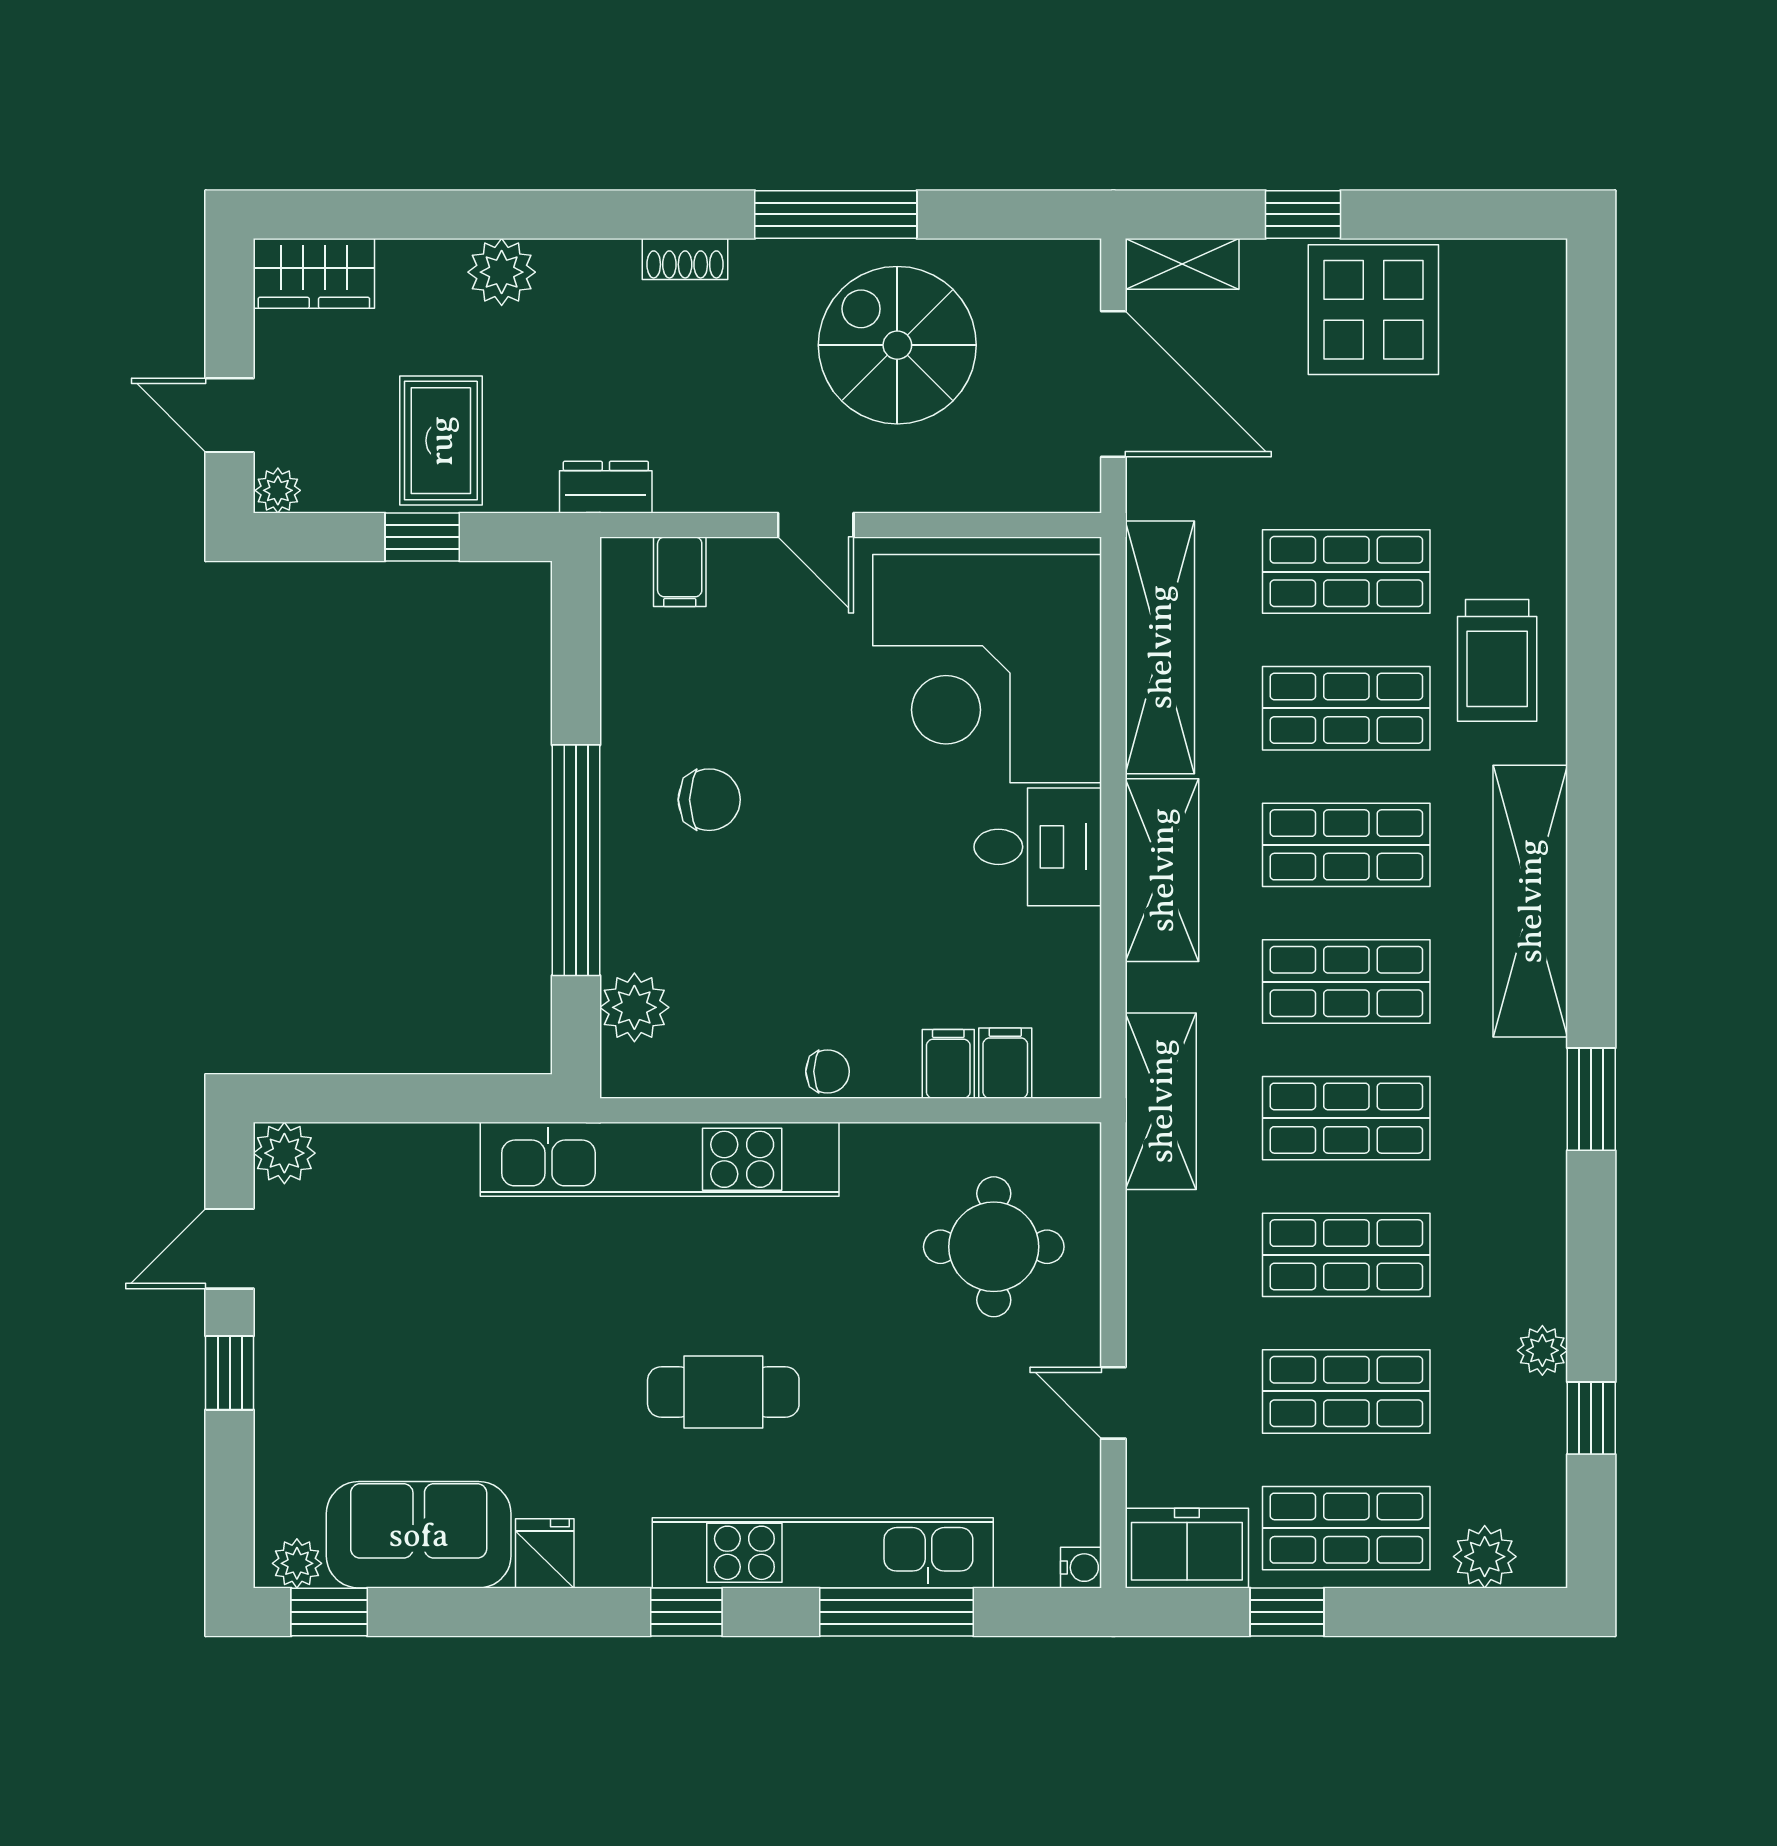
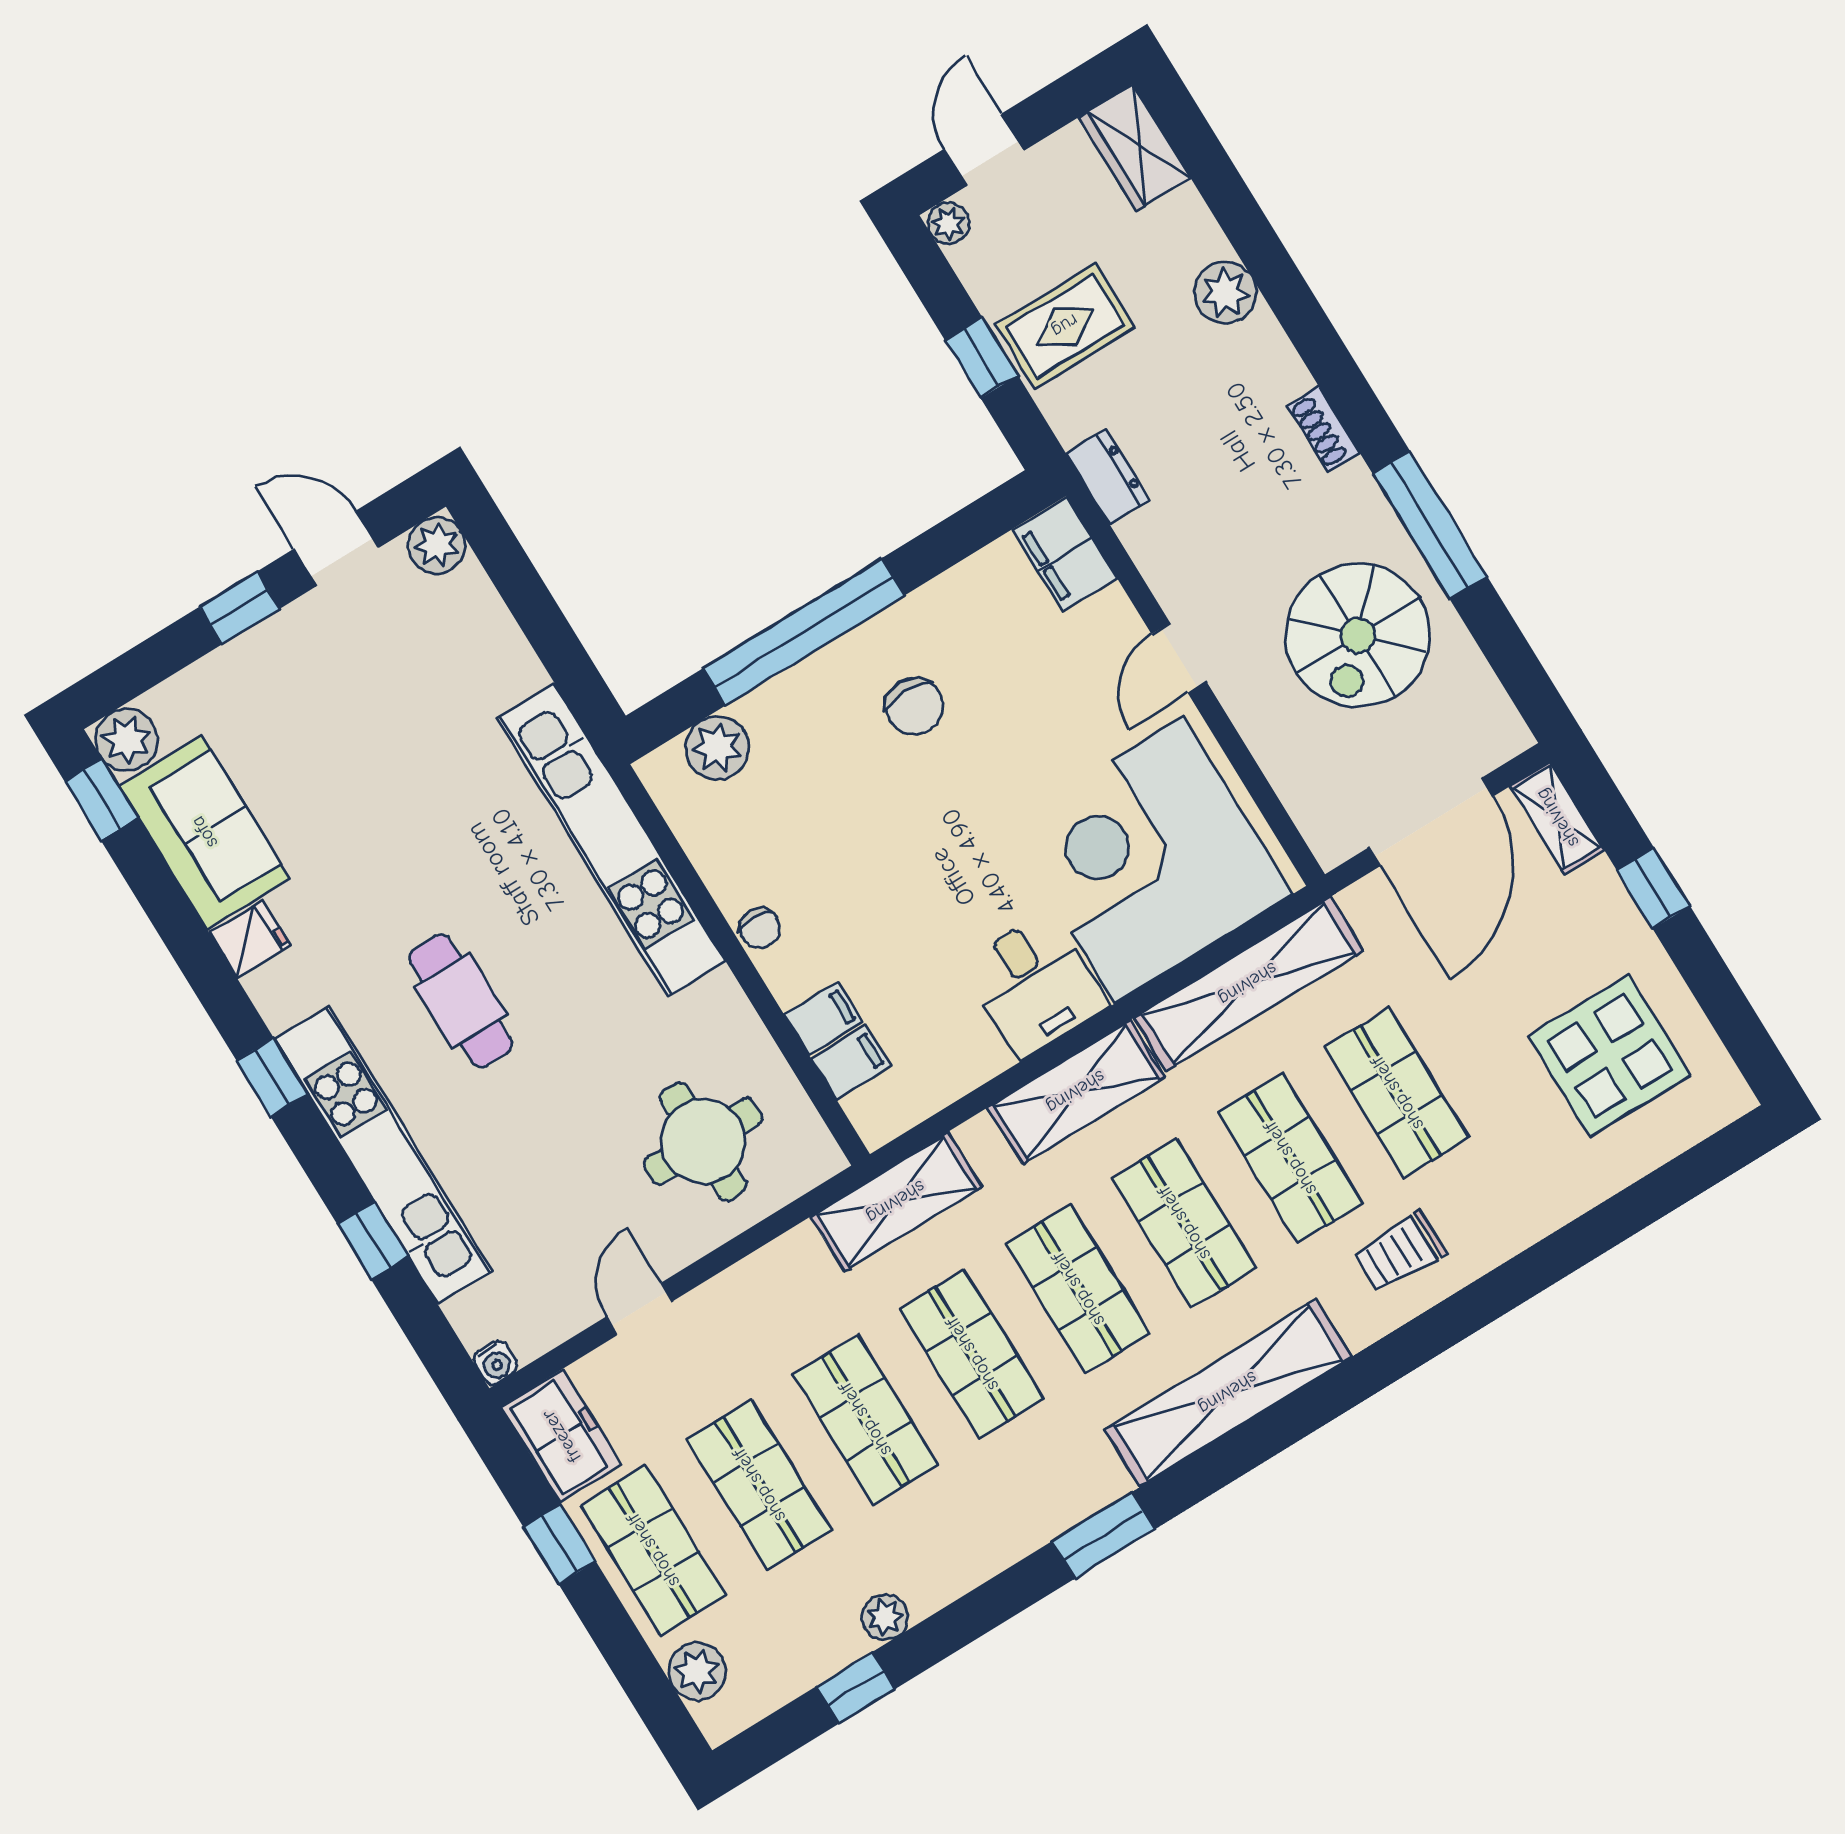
display table: (1373, 310) -> (1609, 1056), moved
spiral stairs: (897, 345) -> (1358, 635), turned 180
filing cabinet: (680, 572) -> (1065, 554), width x2.00
trolley: (1497, 660) -> (1400, 1252), width x0.73, depth x0.72
plant: (297, 1563) -> (127, 740), width x1.38, depth x1.38
window: (897, 1612) -> (373, 1240), width x0.46

